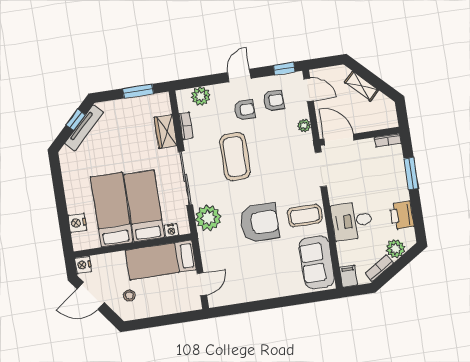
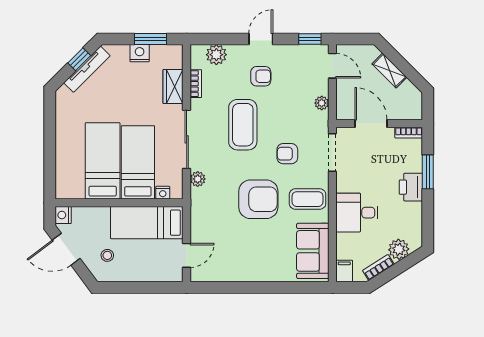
armchair: (273, 101) -> (287, 154), moved, turned 180
door: (339, 139) -> (371, 124), moved
printer: (402, 215) -> (411, 187), moved
plant: (208, 218) -> (198, 179), width x0.53, depth x0.53
nightstand: (77, 223) -> (140, 53), moved, turned 90

